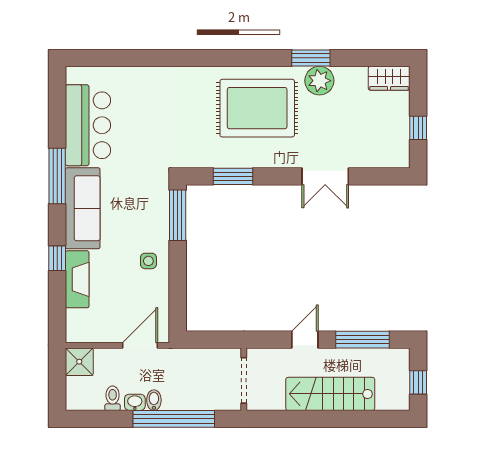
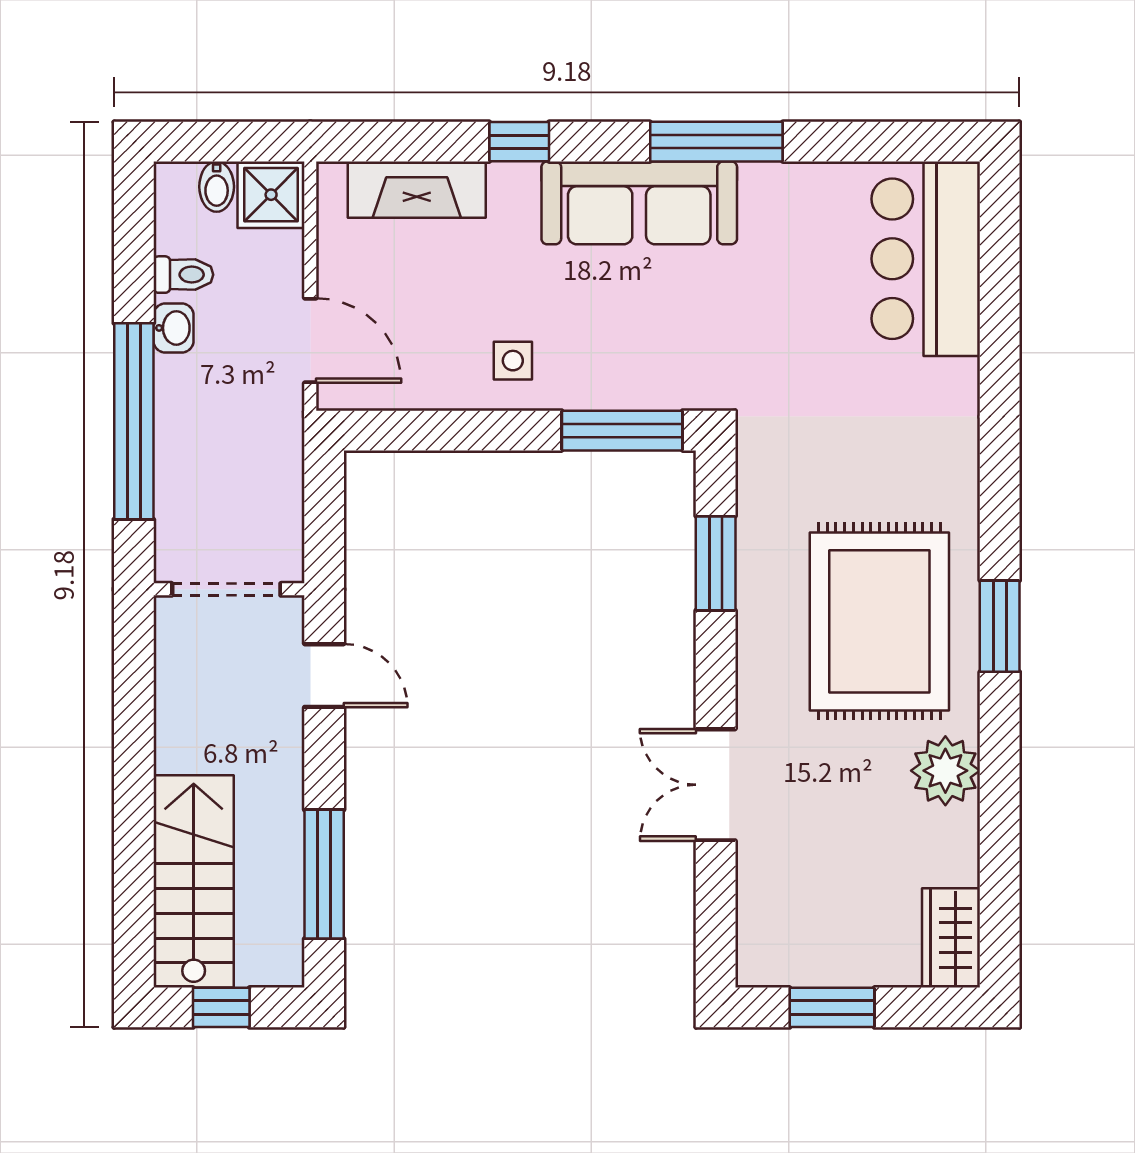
window: (311, 58) -> (1000, 626), moved
bar counter: (88, 125) -> (926, 259), moved, turned 90
window: (418, 128) -> (832, 1007), width x1.50
fireplace: (77, 279) -> (417, 190), moved
door: (305, 340) -> (324, 676), moved
stairs: (330, 394) -> (194, 881), moved
bidet: (154, 400) -> (217, 187), moved, turned 90

